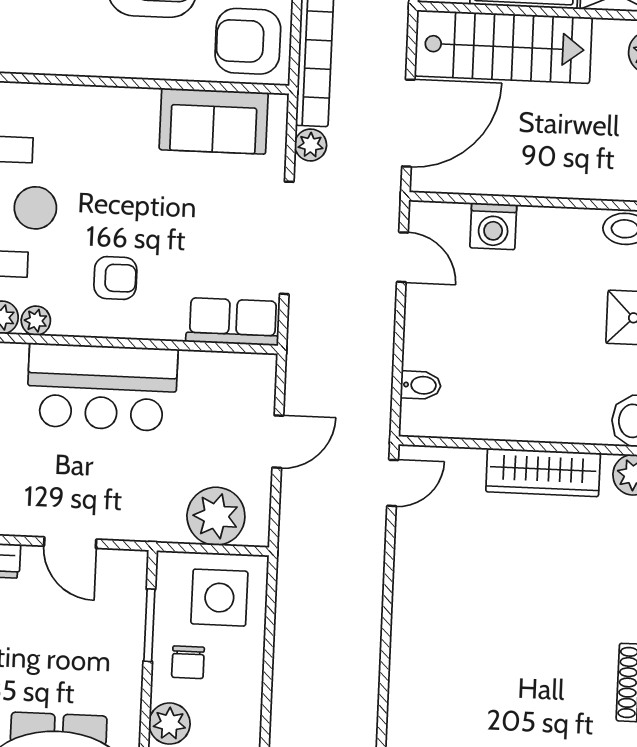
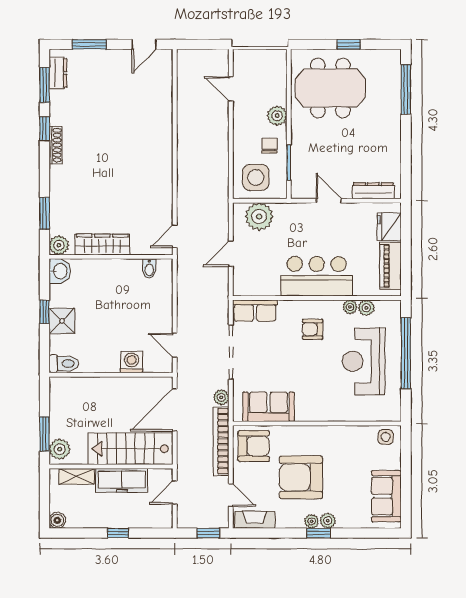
bidet: (421, 385) -> (149, 268), moved, turned -90

